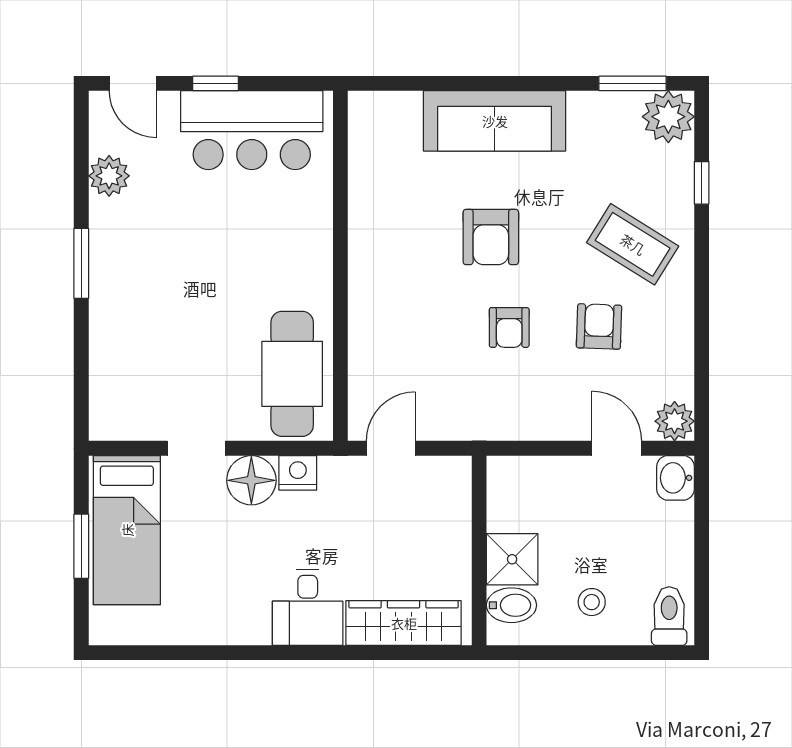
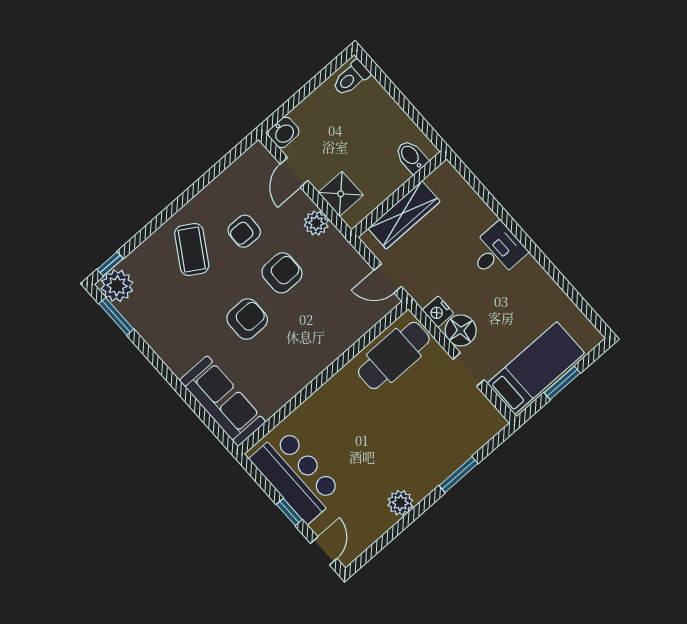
sofa: (495, 121) -> (223, 401), moved
plant: (109, 176) -> (400, 503), moved
window: (702, 183) -> (110, 264), moved
window: (81, 263) -> (459, 475), moved
armchair: (509, 327) -> (282, 273), width x1.38, depth x1.38
plant: (675, 421) -> (316, 223), moved
shower: (512, 559) -> (341, 194), moved
stool: (592, 602) -> (377, 120), removed
wardrobe: (404, 623) -> (404, 215), moved, turned -90

